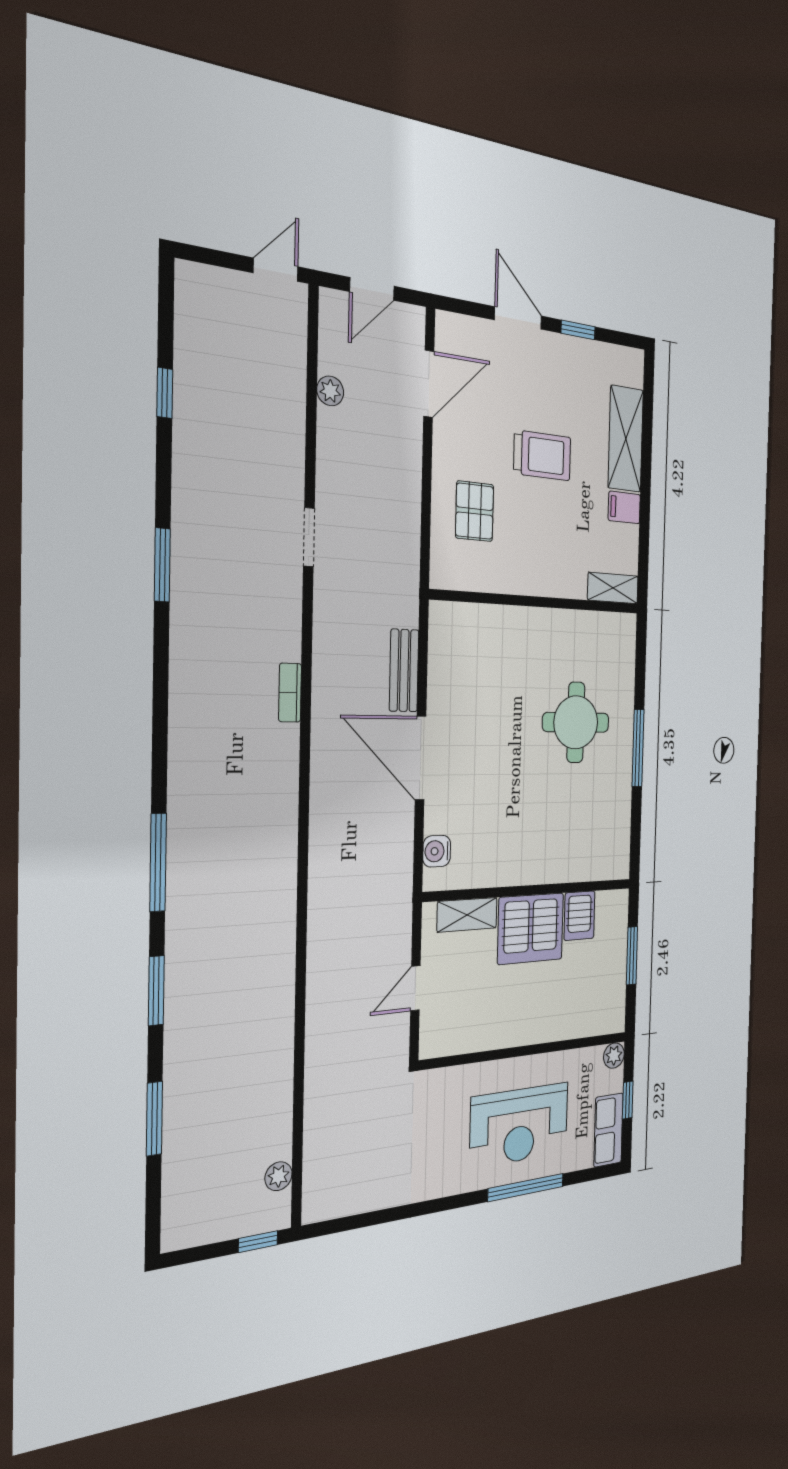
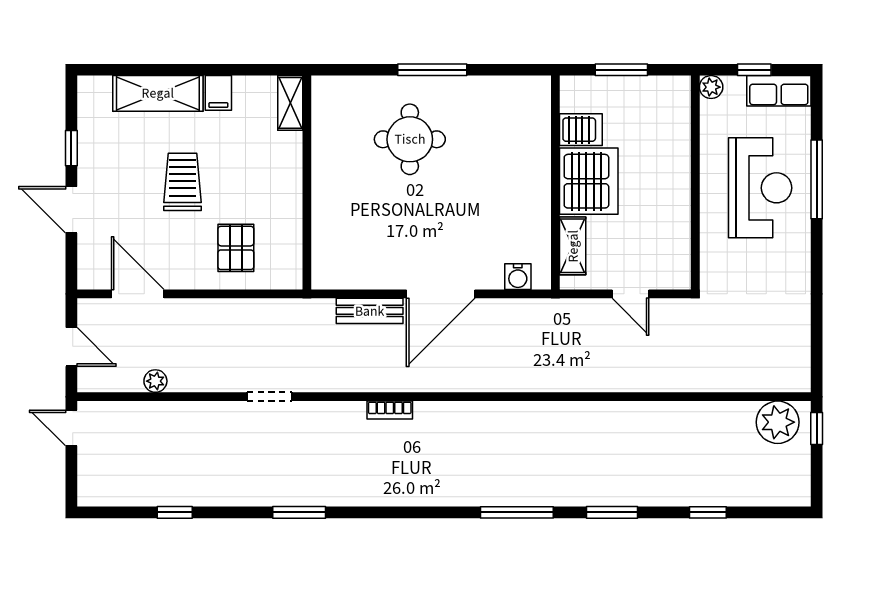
door: (518, 318) -> (71, 210), hinge flipped
pallet: (475, 511) -> (236, 248), turned 90
window: (154, 1119) -> (708, 512), width x0.67
plant: (278, 1176) -> (778, 422), width x1.88, depth x1.88

